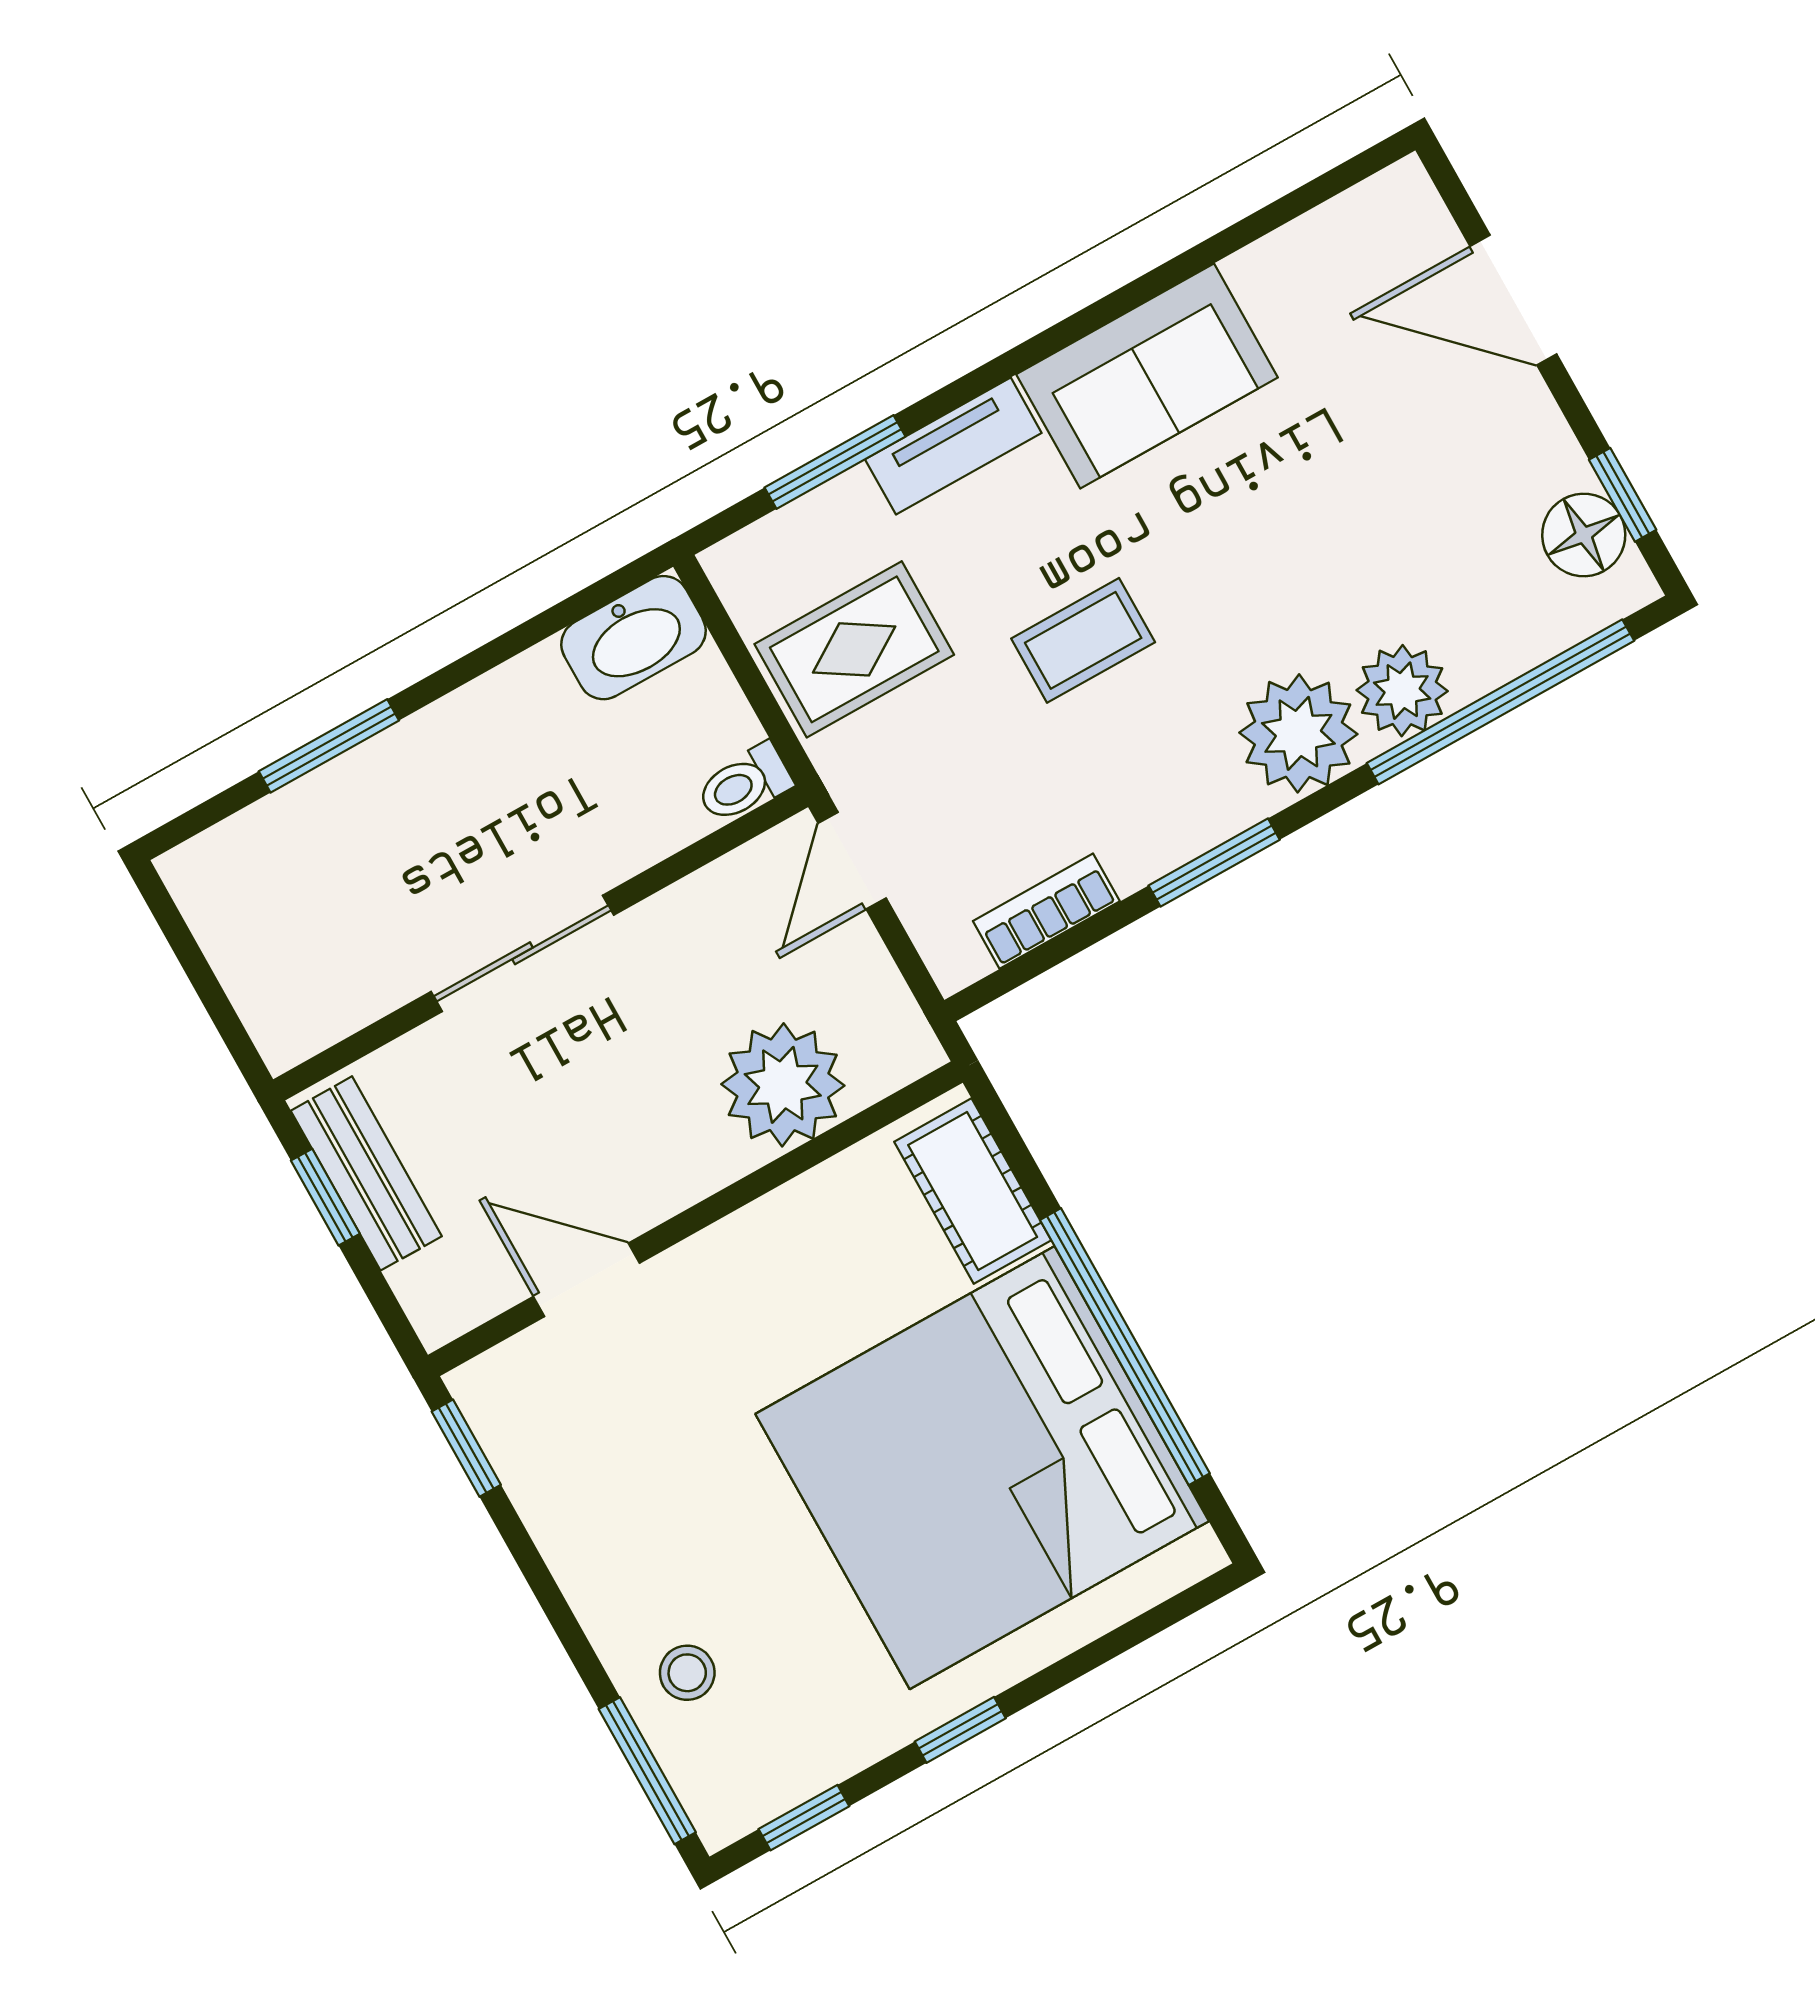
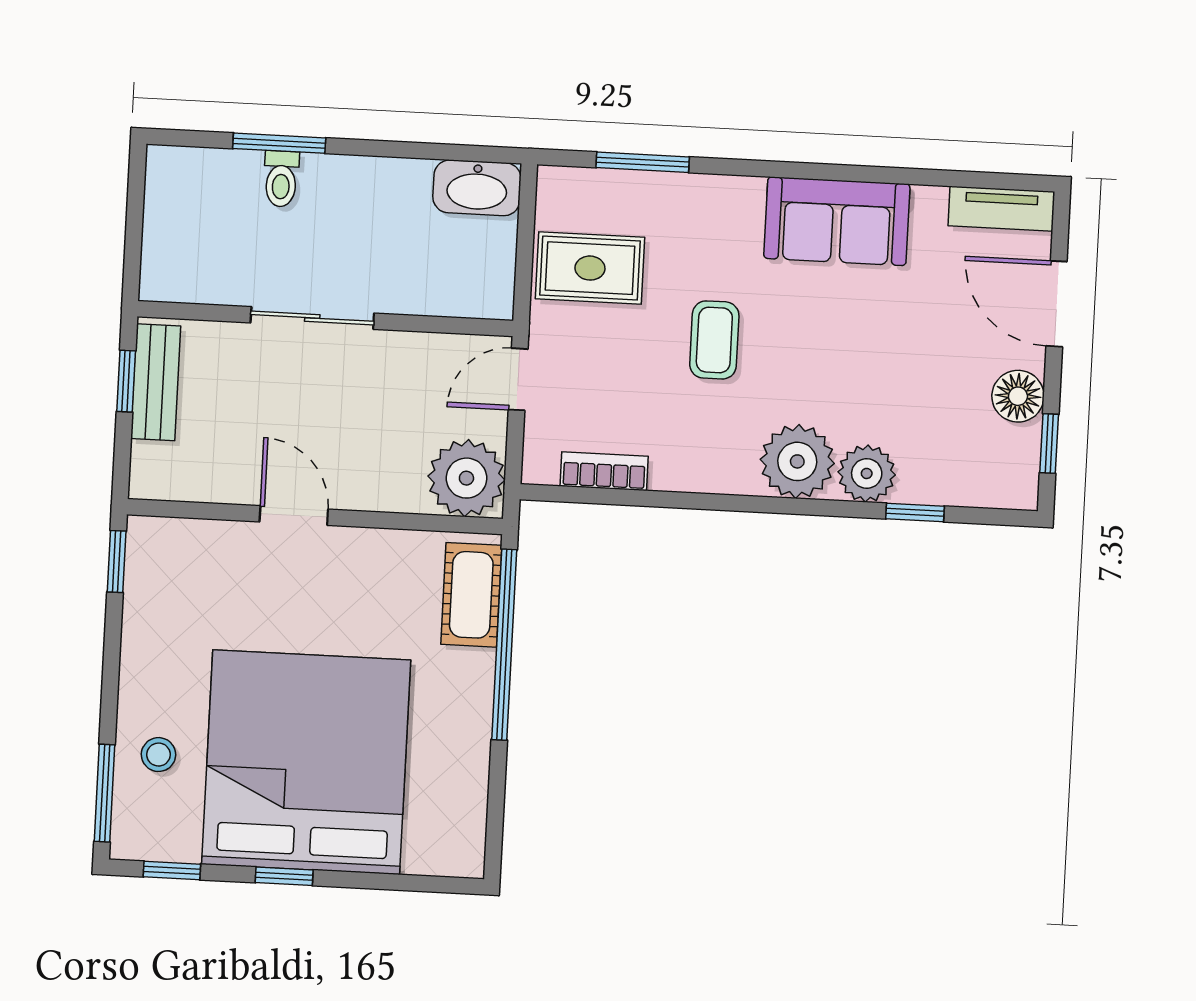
tv unit: (953, 446) -> (1001, 209), moved
floor lamp: (1584, 535) -> (1018, 396), moved
coffee table: (1083, 640) -> (714, 340), turned 90
window: (1500, 702) -> (915, 512), width x0.32
toilet: (744, 784) -> (281, 179), moved, turned -90
window: (1214, 863) -> (709, 502), removed
plant: (783, 1085) -> (466, 478), moved
door: (586, 1280) -> (294, 515), moved
window: (1125, 1347) -> (504, 645), moved
bed: (982, 1468) -> (306, 762), moved, turned 90

